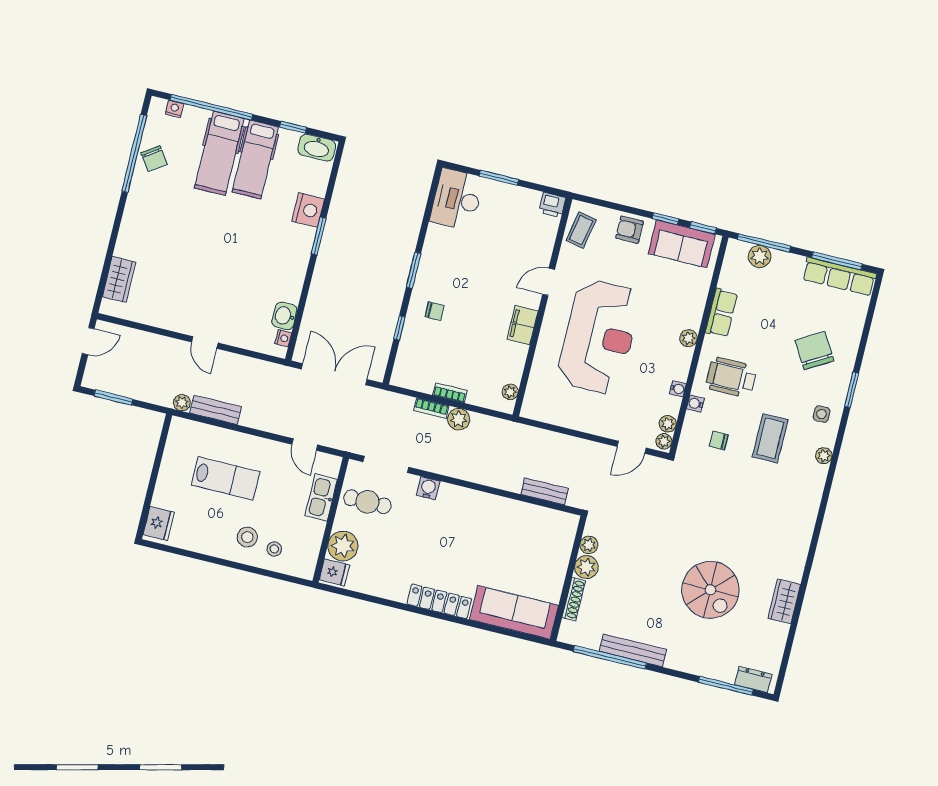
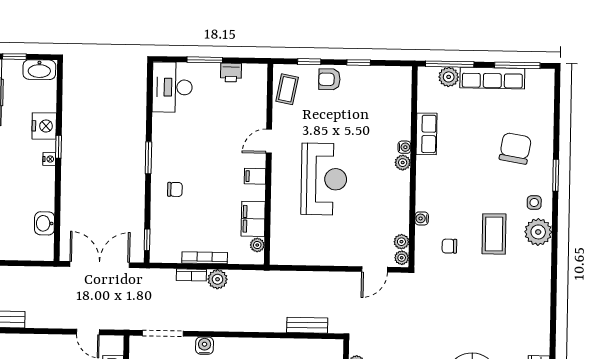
printer: (552, 205) -> (231, 73), moved
window: (703, 228) -> (309, 62), moved
window: (319, 236) -> (59, 147), width x0.67
sofa: (682, 244) -> (378, 81), removed
row of seats: (839, 277) -> (492, 78), moved
filing cabinet: (523, 325) -> (255, 176), width x0.50
window: (399, 328) -> (147, 240), moved
reception desk: (599, 337) -> (324, 179), width x0.74, depth x0.77
nightstand: (283, 338) -> (49, 159), moved
chair: (814, 351) -> (515, 148), turned 41
filing cabinet: (512, 362) -> (253, 219), added
wheelchair: (731, 377) -> (448, 188), removed
water cooler: (678, 389) -> (404, 147), moved
bookcase: (450, 393) -> (205, 258), width x1.56
plant: (824, 456) -> (538, 232), width x1.88, depth x1.88

